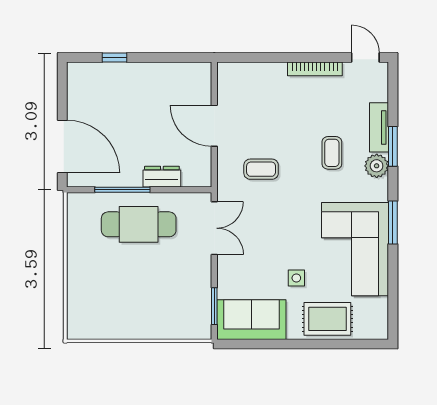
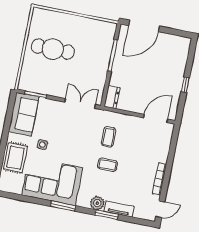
window: (115, 58) -> (185, 85), moved
door: (214, 126) -> (156, 118), moved
coffee table: (332, 153) -> (107, 165), moved
dresser: (162, 177) -> (112, 97), moved
cafe table: (139, 224) -> (53, 49), moved, turned 90
double door: (214, 228) -> (80, 103), swing flipped

